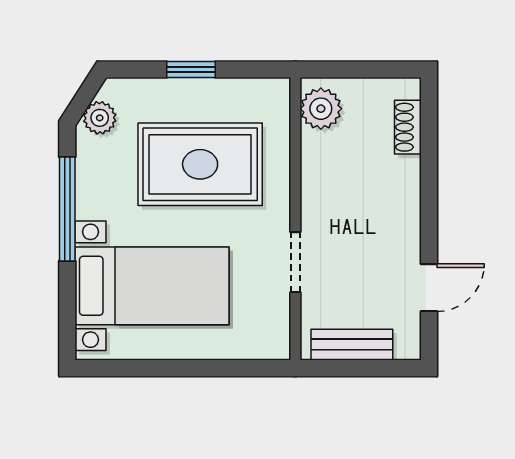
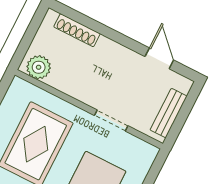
shoe rack: (408, 127) -> (77, 30), width x1.43

